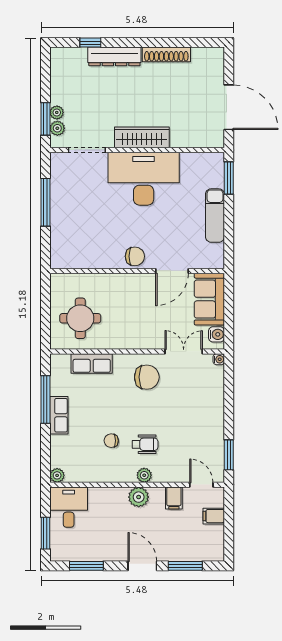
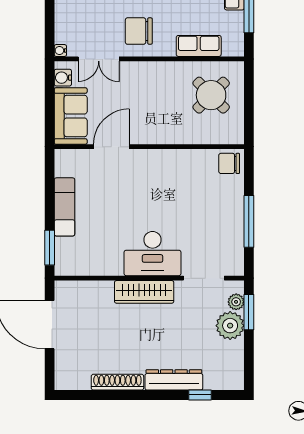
plant: (57, 112) -> (230, 326), width x1.88, depth x1.88
desk: (144, 179) -> (153, 254), width x0.73, depth x0.77
chair: (135, 256) -> (229, 163), moved
round table: (80, 318) -> (211, 95), turned 45

